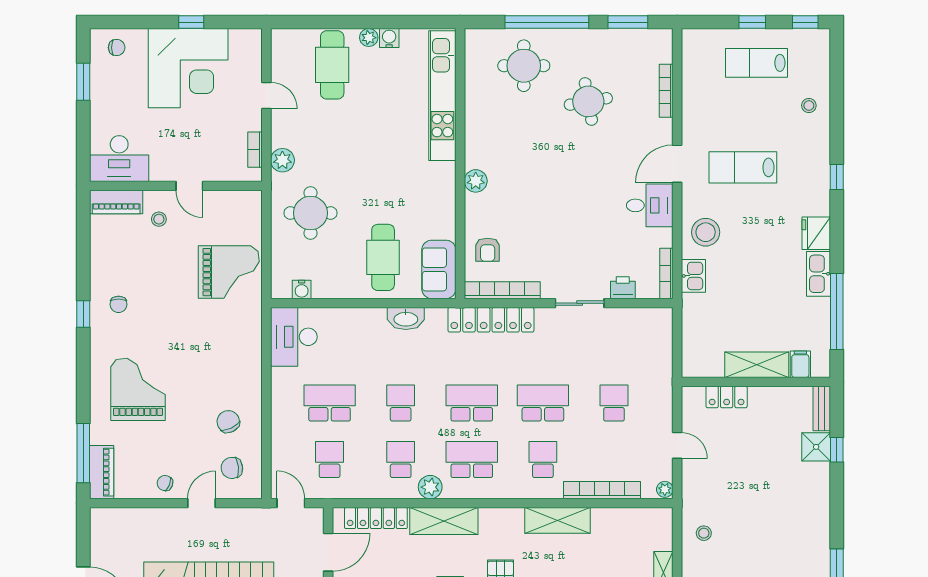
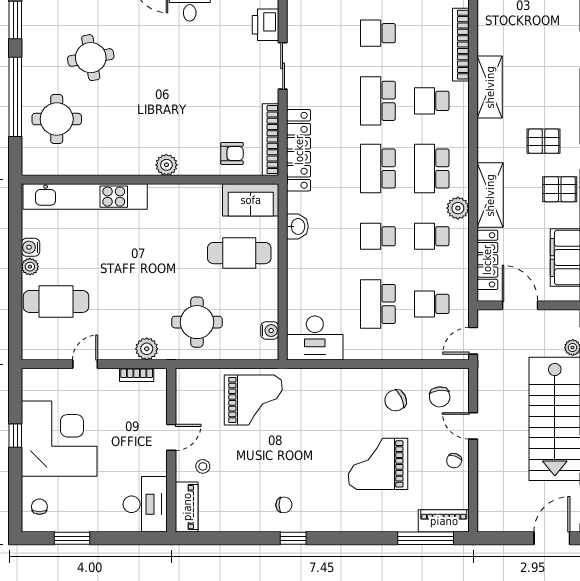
grand piano: (229, 272) -> (253, 400), turned 90
printer: (623, 288) -> (266, 25), width x1.36, depth x1.24
washbasin: (406, 319) -> (297, 226), width x0.72
grand piano: (138, 389) -> (378, 464), moved

